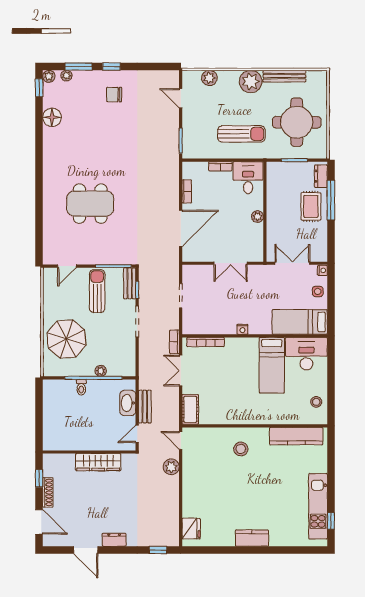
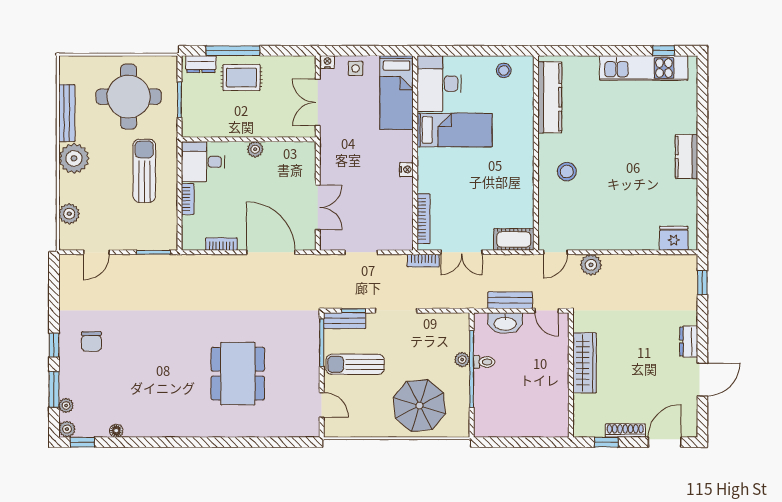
floor lamp: (52, 117) -> (116, 431), width x0.53, depth x0.53
double door: (231, 263) -> (318, 207), moved
toilet: (81, 387) -> (484, 362), moved

